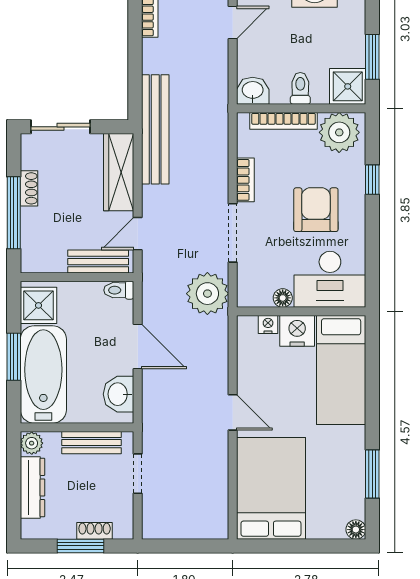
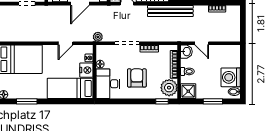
door: (233, 23) -> (202, 43), moved
window: (372, 57) -> (213, 101), moved
window: (372, 180) -> (162, 101), moved
armchair: (316, 210) -> (137, 78), turned -90
plant: (207, 294) -> (98, 37), width x0.53, depth x0.53
door: (233, 412) -> (66, 43), moved

